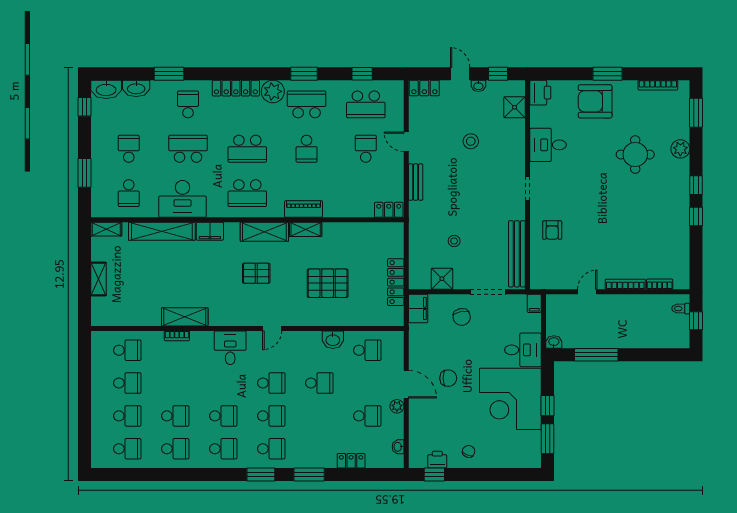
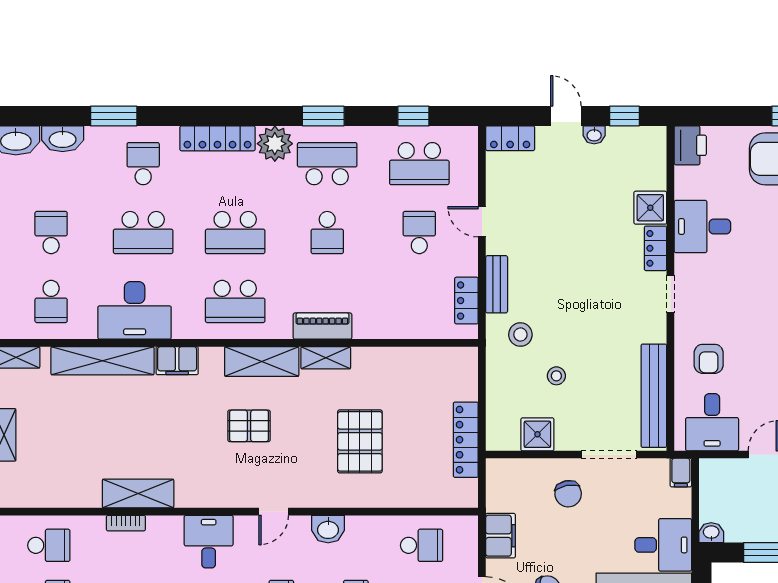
shower: (515, 107) -> (650, 208), moved
stool: (471, 141) -> (520, 335), moved
school desk: (188, 149) -> (143, 233), turned 180
locker: (518, 159) -> (655, 248), added
locker: (389, 210) -> (466, 301), moved, turned -90
desk: (554, 271) -> (712, 422), added
pallet: (328, 283) -> (360, 441), turned 90
filing cabinet: (418, 308) -> (501, 536), moved
washbasin: (333, 340) -> (328, 529), moved

